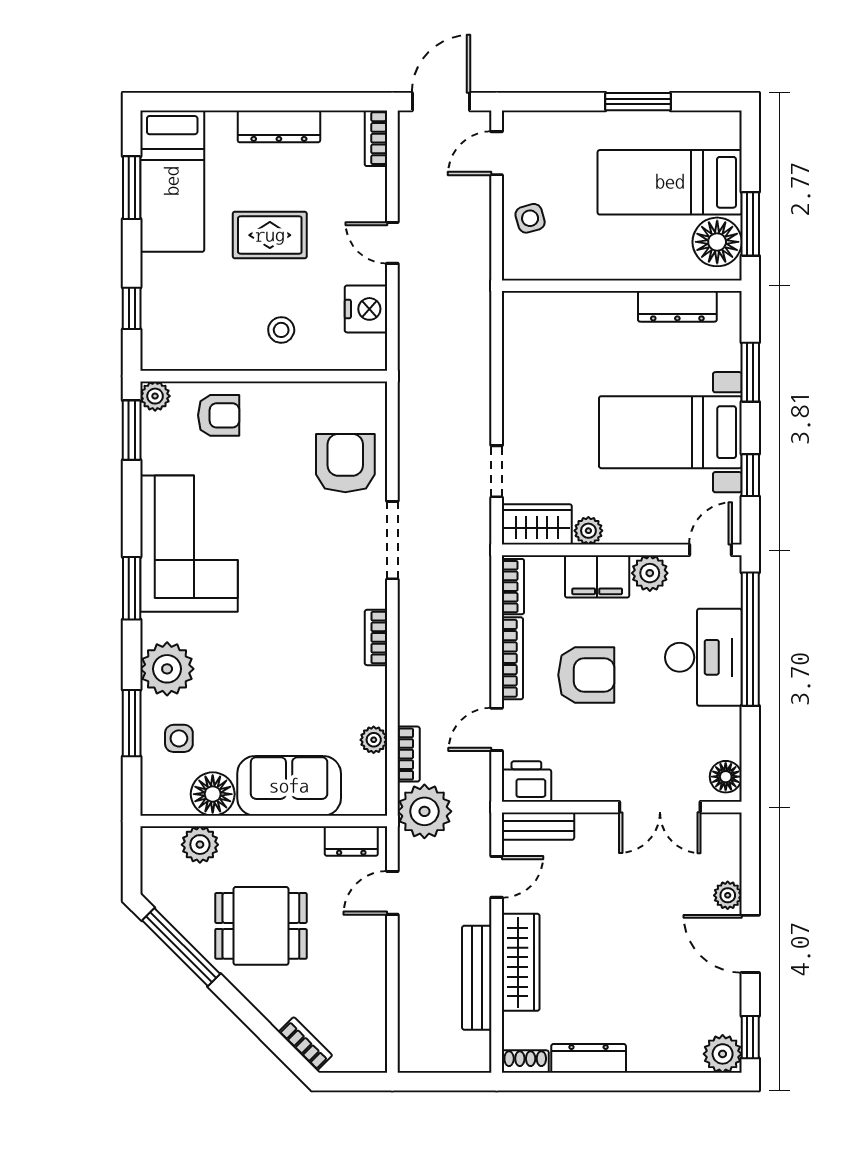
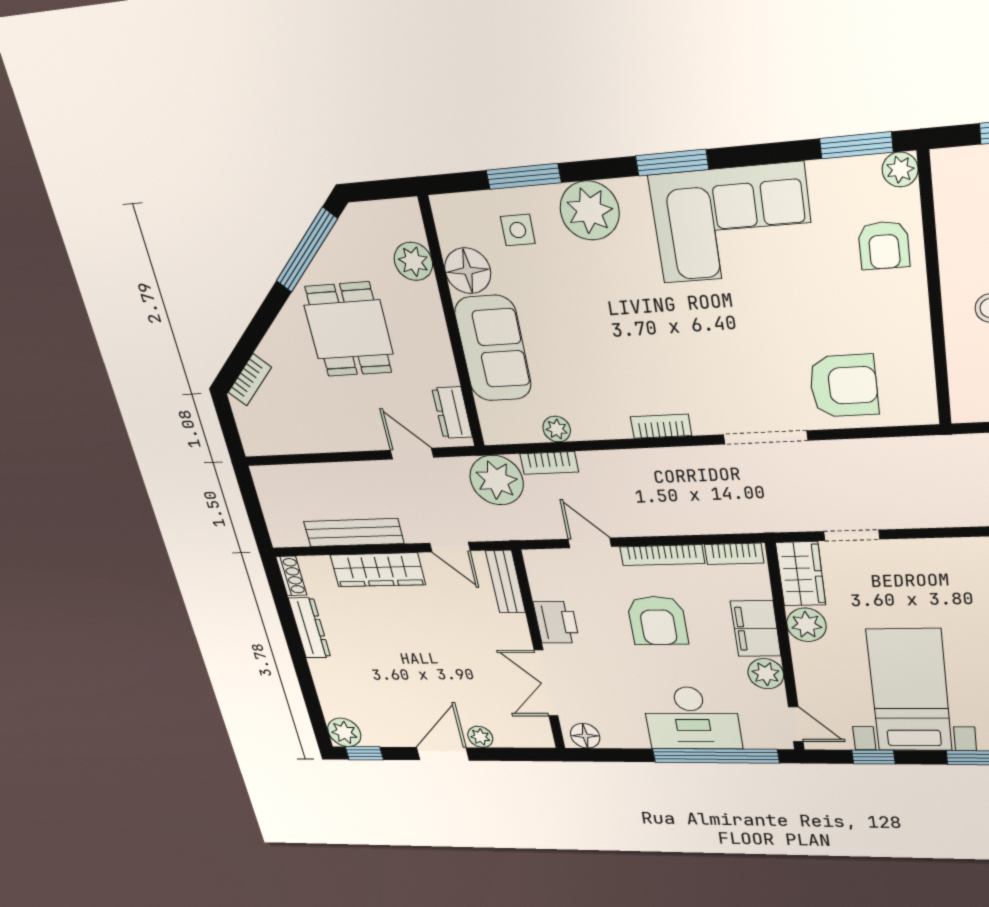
plant: (588, 531) -> (806, 625), width x1.38, depth x1.38
printer: (526, 782) -> (556, 622), moved

